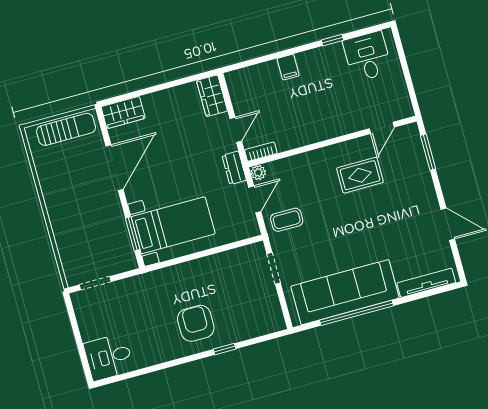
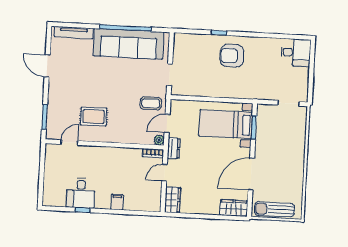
desk: (367, 56) -> (81, 193), moved
armchair: (196, 323) -> (232, 56), turned 90

